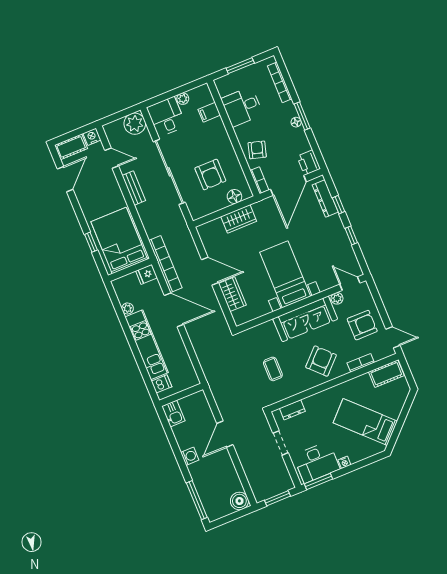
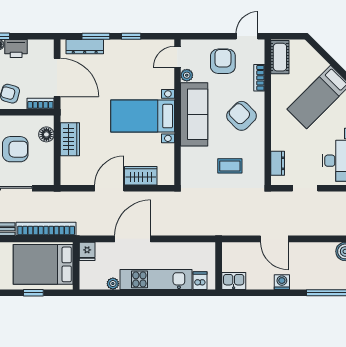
printer: (309, 163) -> (16, 48), moved
window: (339, 205) -> (96, 36), width x1.50
bookcase: (165, 264) -> (46, 229), moved

